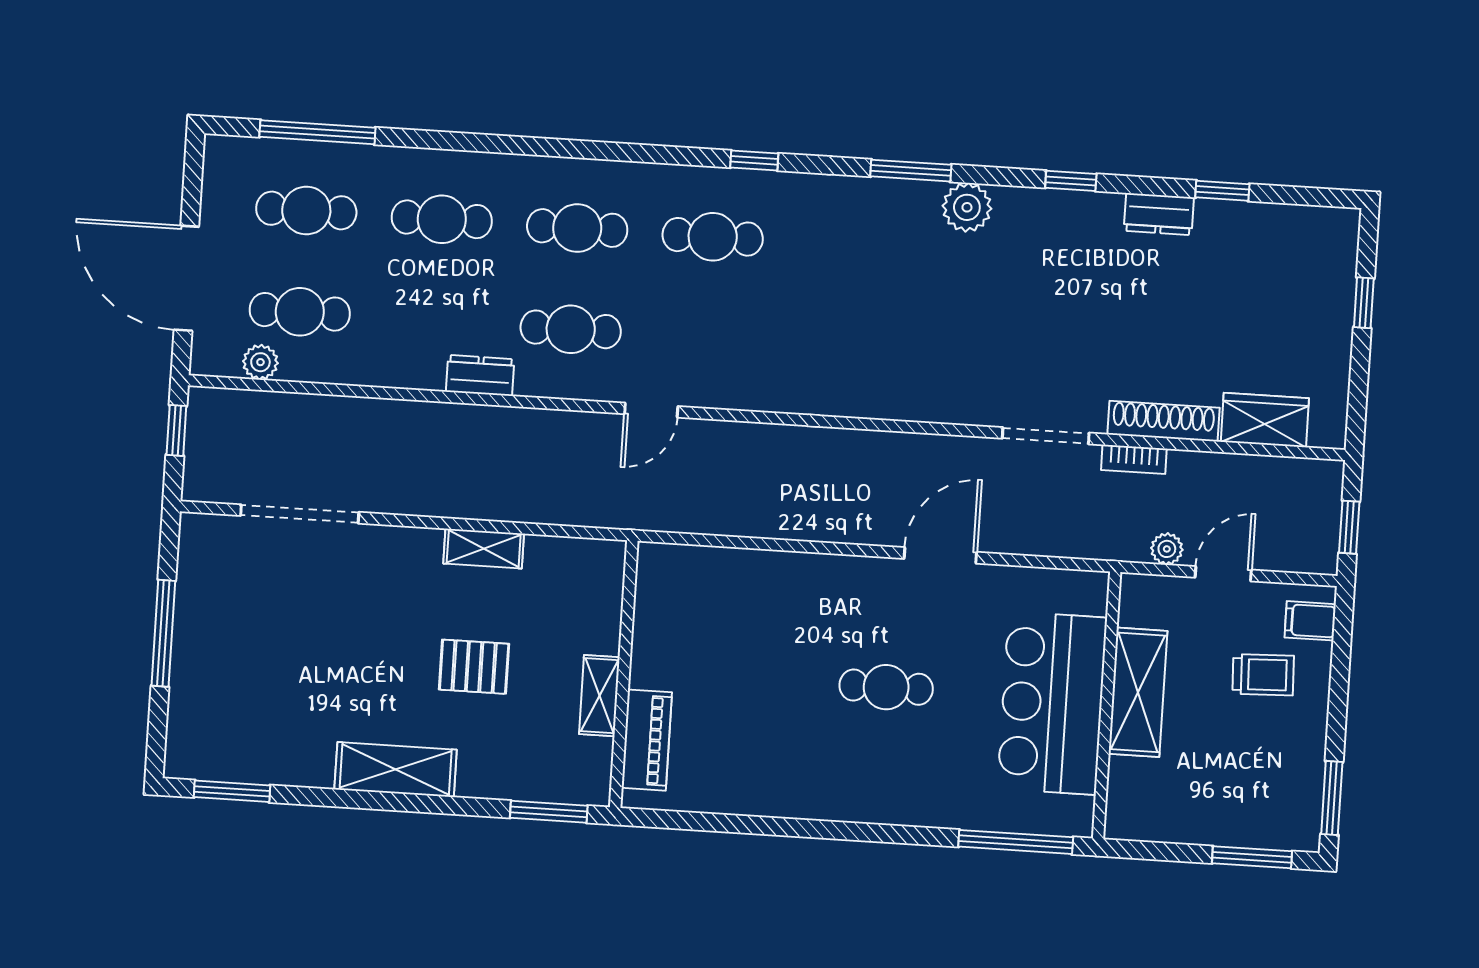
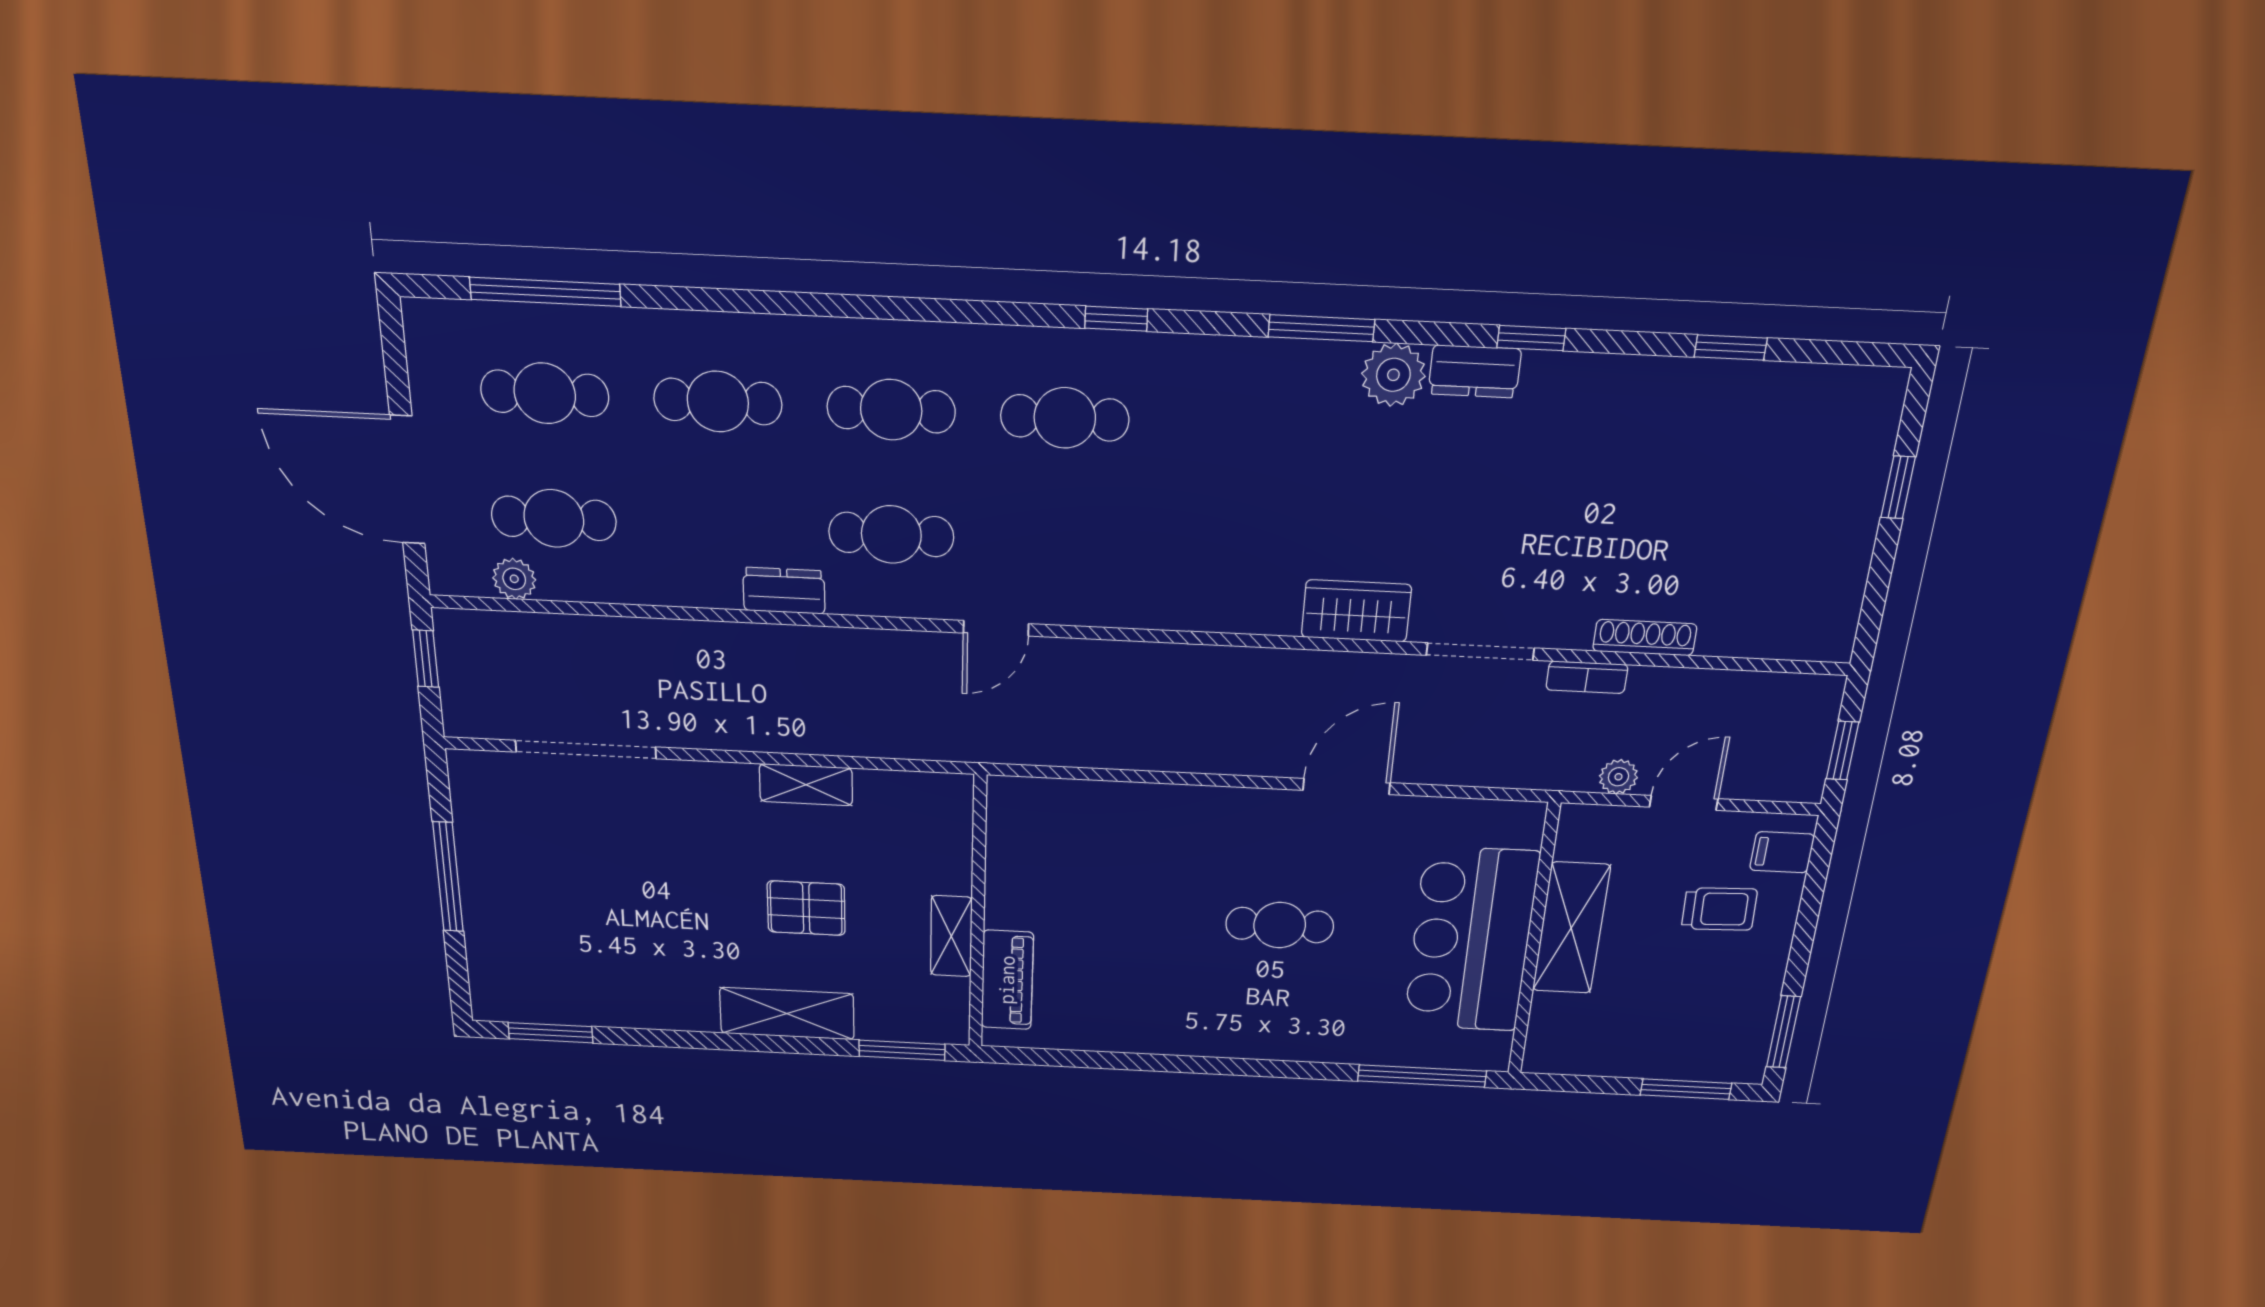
dresser: (1159, 214) -> (1475, 371), moved
wardrobe: (1265, 420) -> (1356, 611), moved
shoe rack: (1163, 421) -> (1645, 638), width x0.74, depth x0.81
shelving: (396, 769) -> (787, 1014), moved

